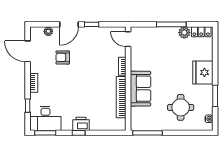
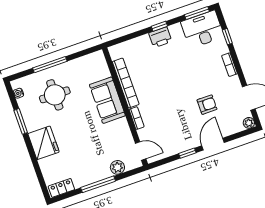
plant: (48, 31) -> (249, 123), moved
plant: (184, 33) -> (117, 167), moved
window: (148, 133) -> (50, 65), moved

